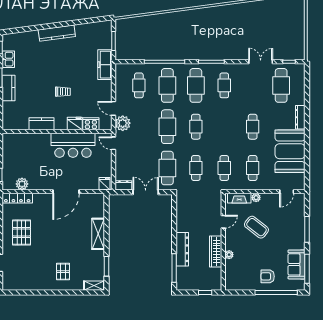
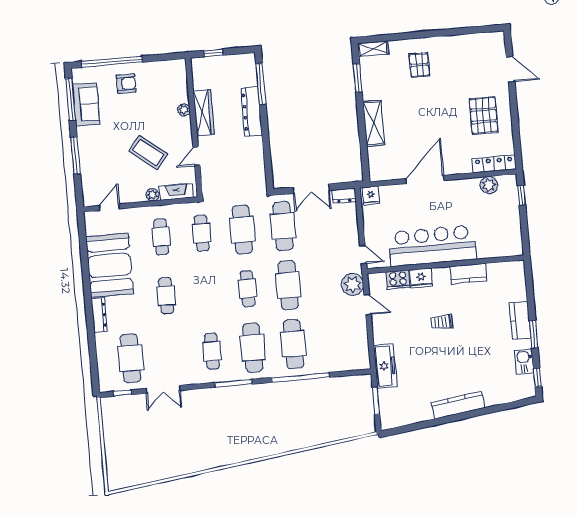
cafe table: (139, 85) -> (334, 341), removed
bar counter: (73, 145) -> (432, 246), width x1.36
cafe table: (196, 168) -> (242, 230), width x1.37, depth x1.35

